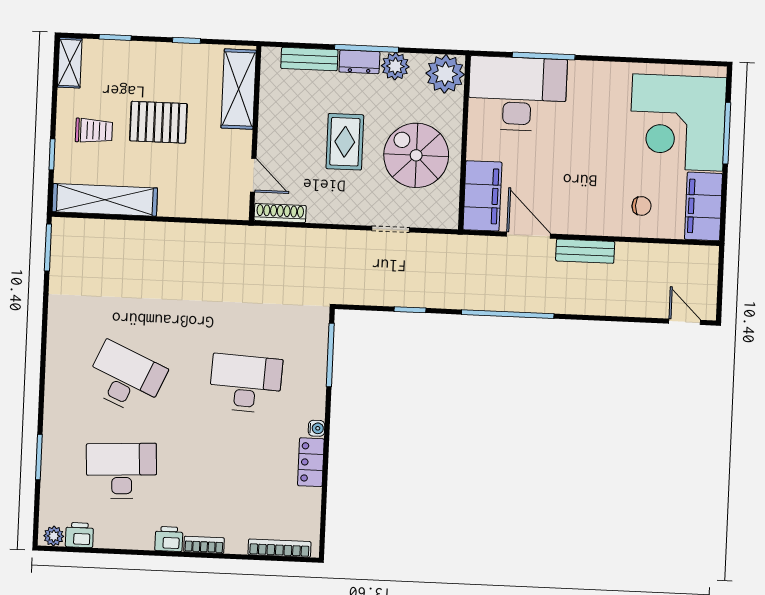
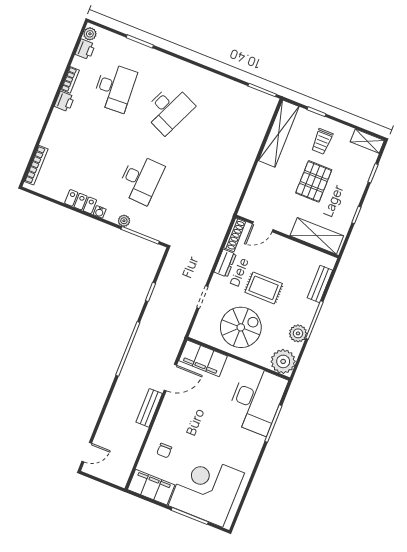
dresser: (359, 62) -> (225, 263), moved, turned 180
plant: (317, 387) -> (124, 221), added
bookcase: (204, 545) -> (70, 80), moved

